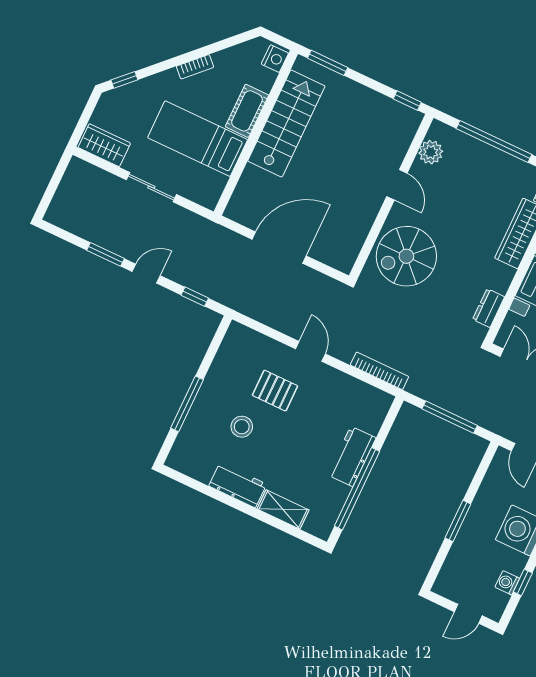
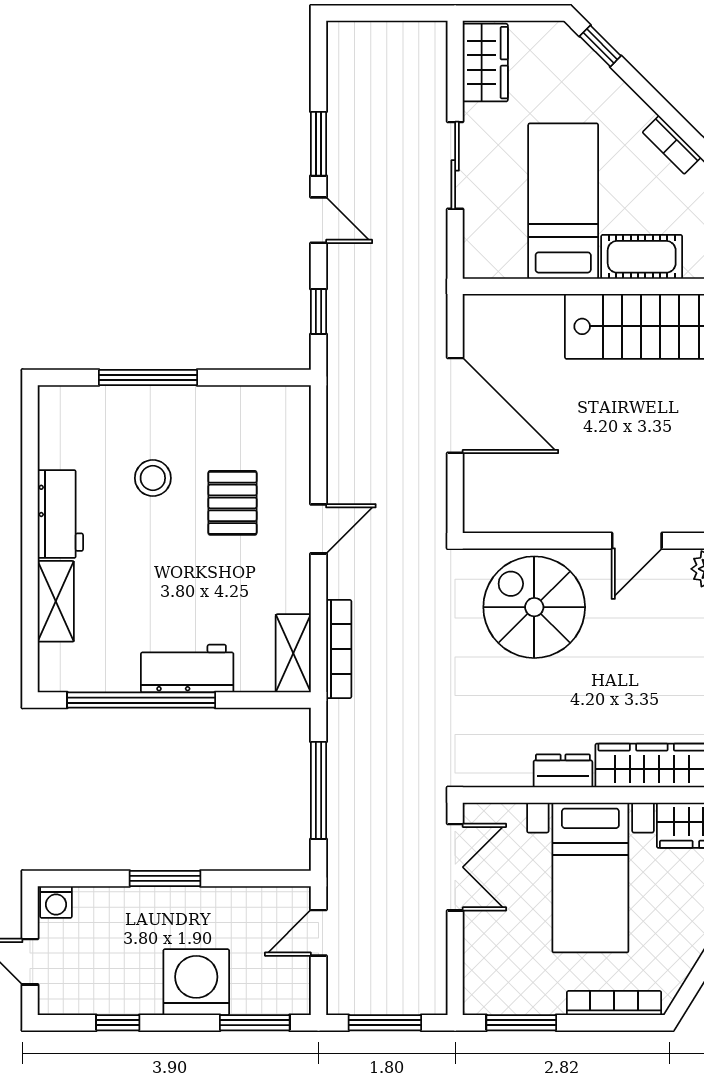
dresser: (489, 308) -> (563, 771), moved
shelving: (370, 396) -> (293, 653), added
washing machine: (507, 583) -> (56, 902), moved, turned 180

